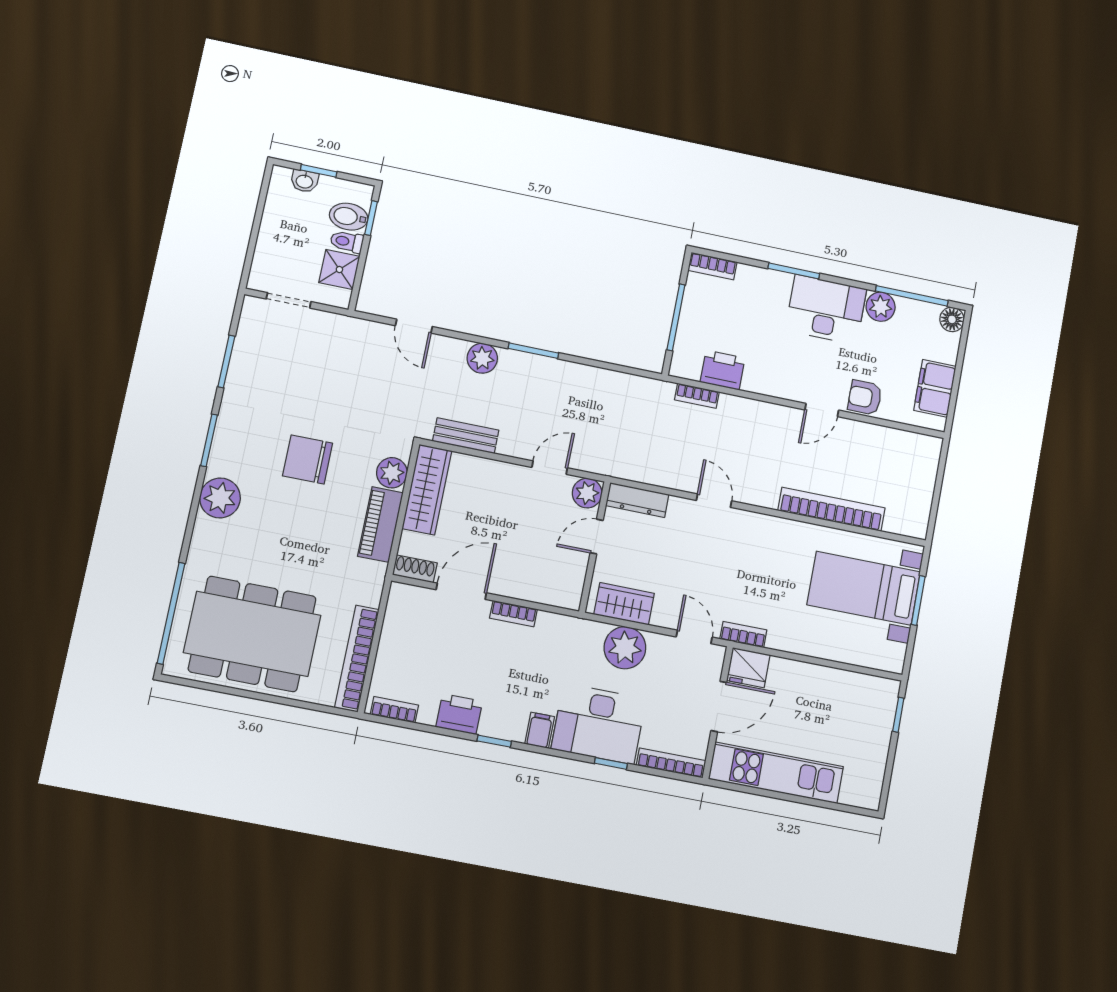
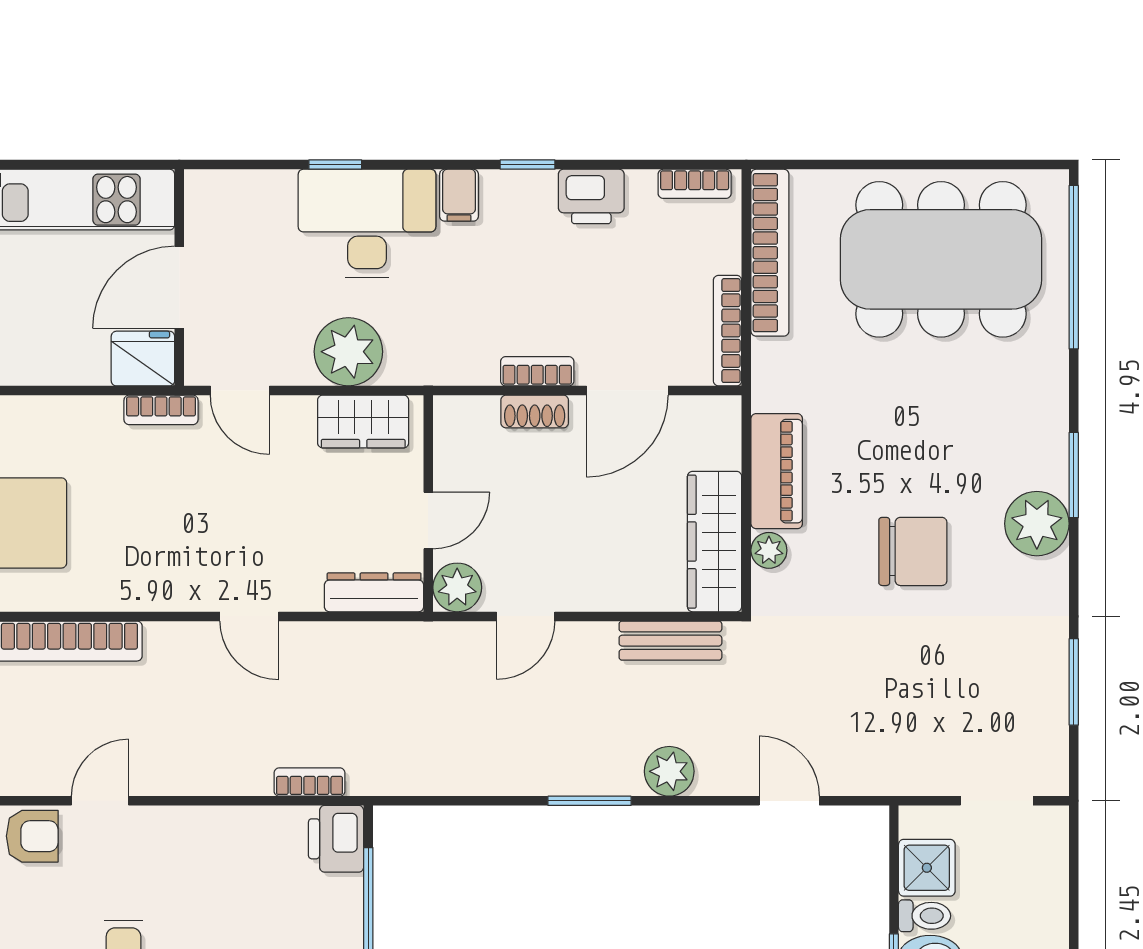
printer: (723, 370) -> (336, 839), moved, turned 90
window: (209, 440) -> (1074, 475), moved
plant: (392, 473) -> (769, 550), width x0.73, depth x0.73
plant: (220, 498) -> (1037, 524), moved
shoe rack: (415, 569) -> (535, 411), moved
bookcase: (671, 763) -> (728, 331), moved, turned 90

